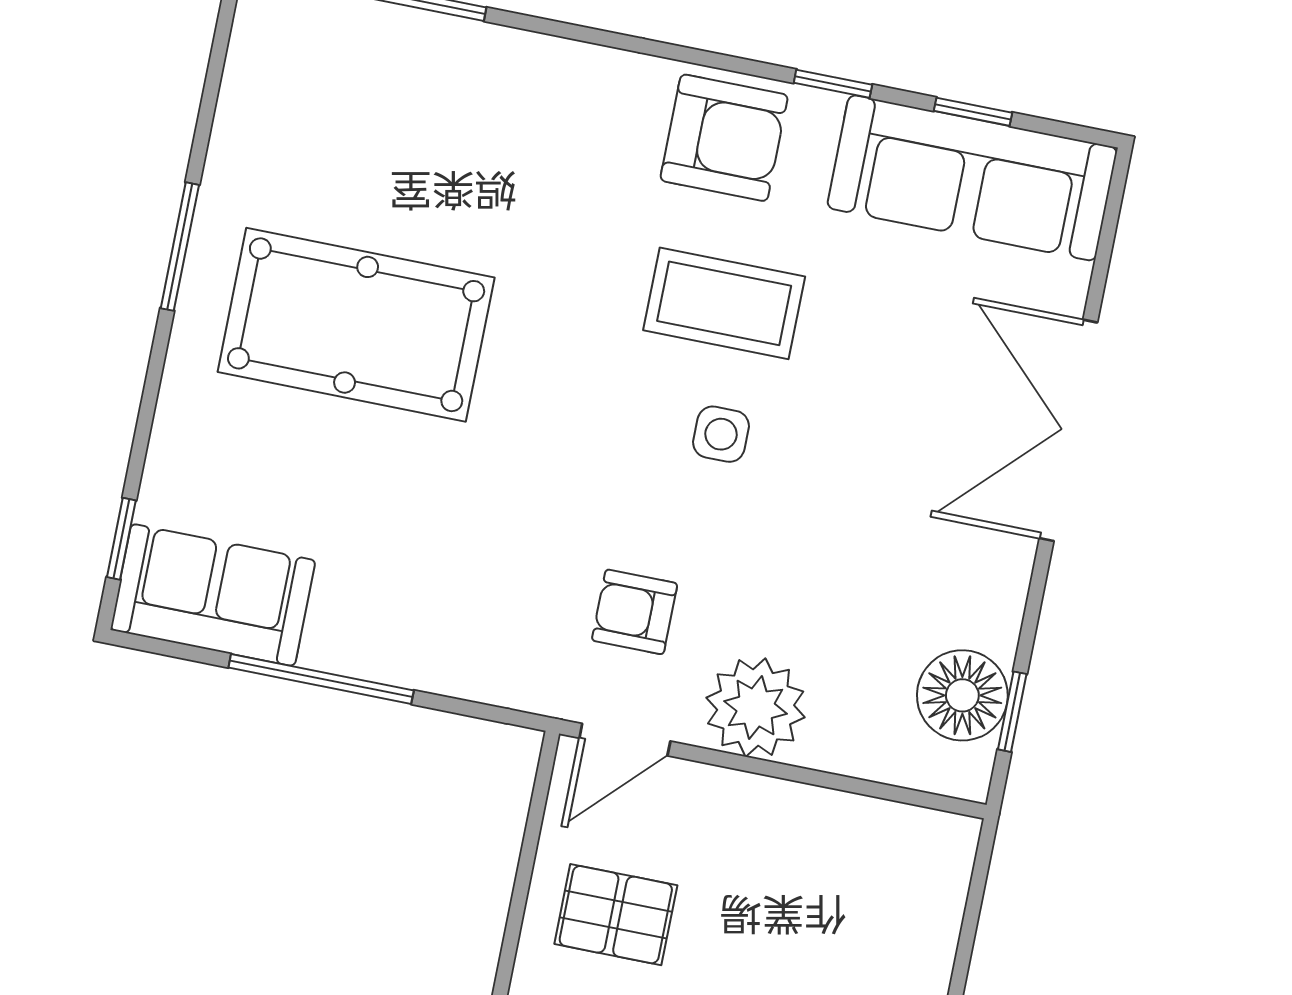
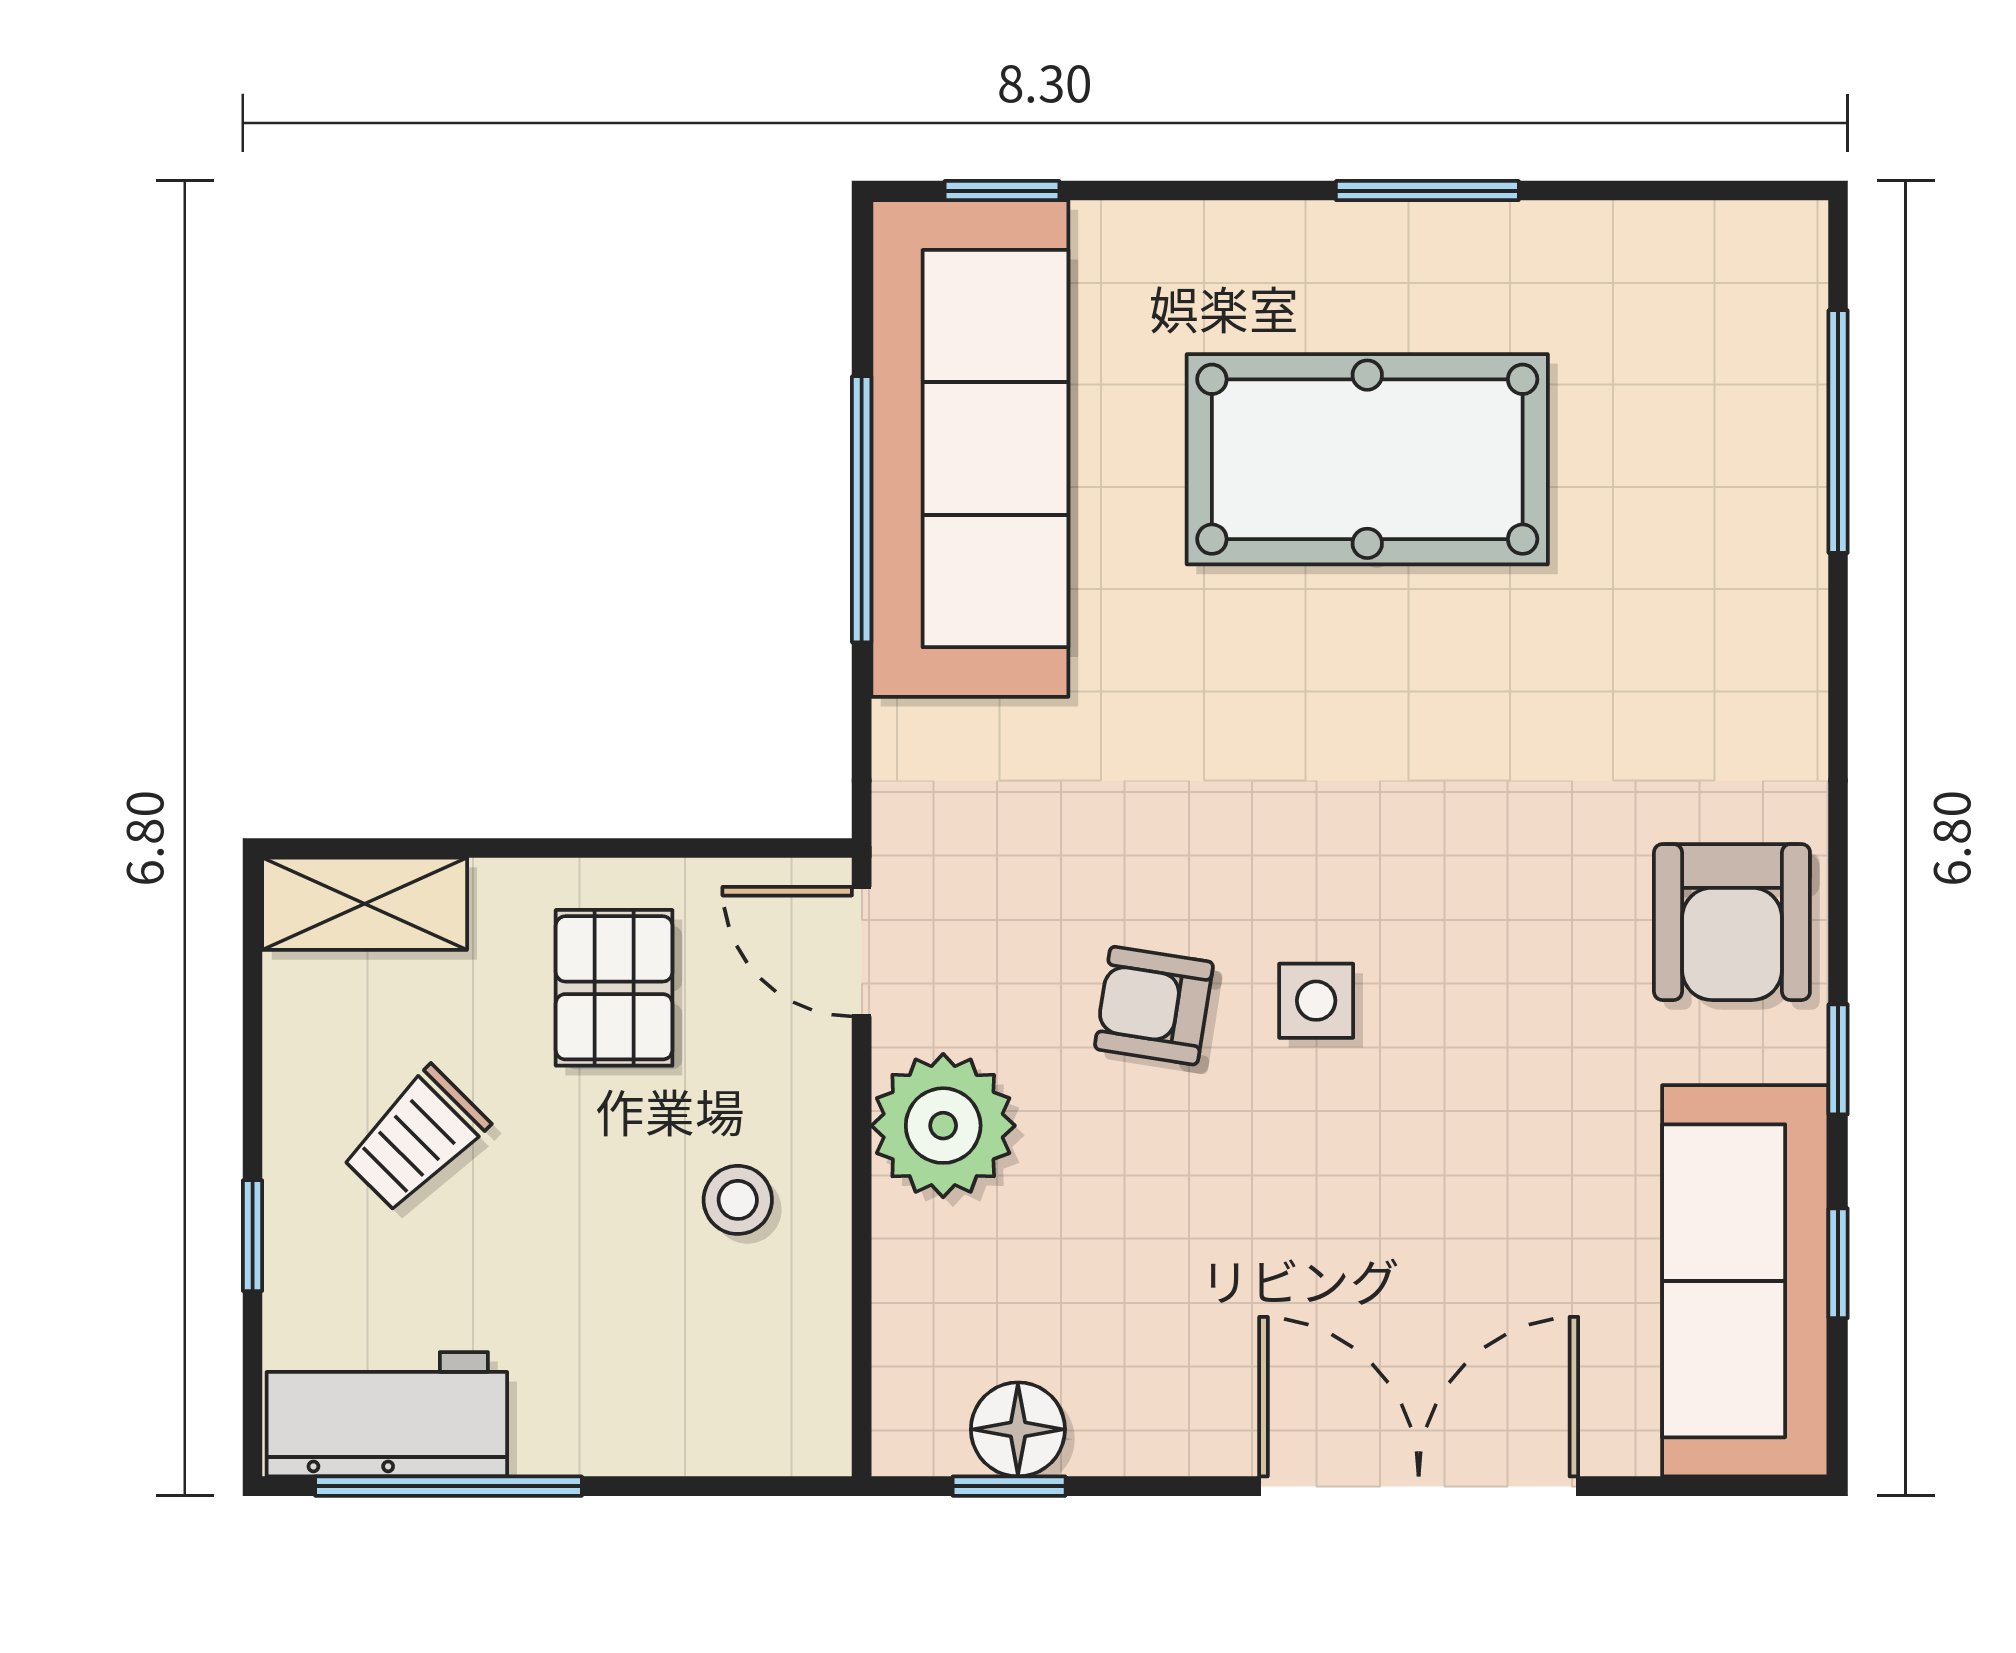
coffee table: (724, 303) -> (1500, 968), removed
pool table: (356, 325) -> (1367, 459), turned 90
sofa: (213, 595) -> (970, 449), width x1.85, depth x1.27
armchair: (635, 612) -> (1154, 1006), moved, turned -81
floor lamp: (962, 695) -> (1018, 1429), width x0.73, depth x0.73
stool: (778, 859) -> (738, 1200), added

